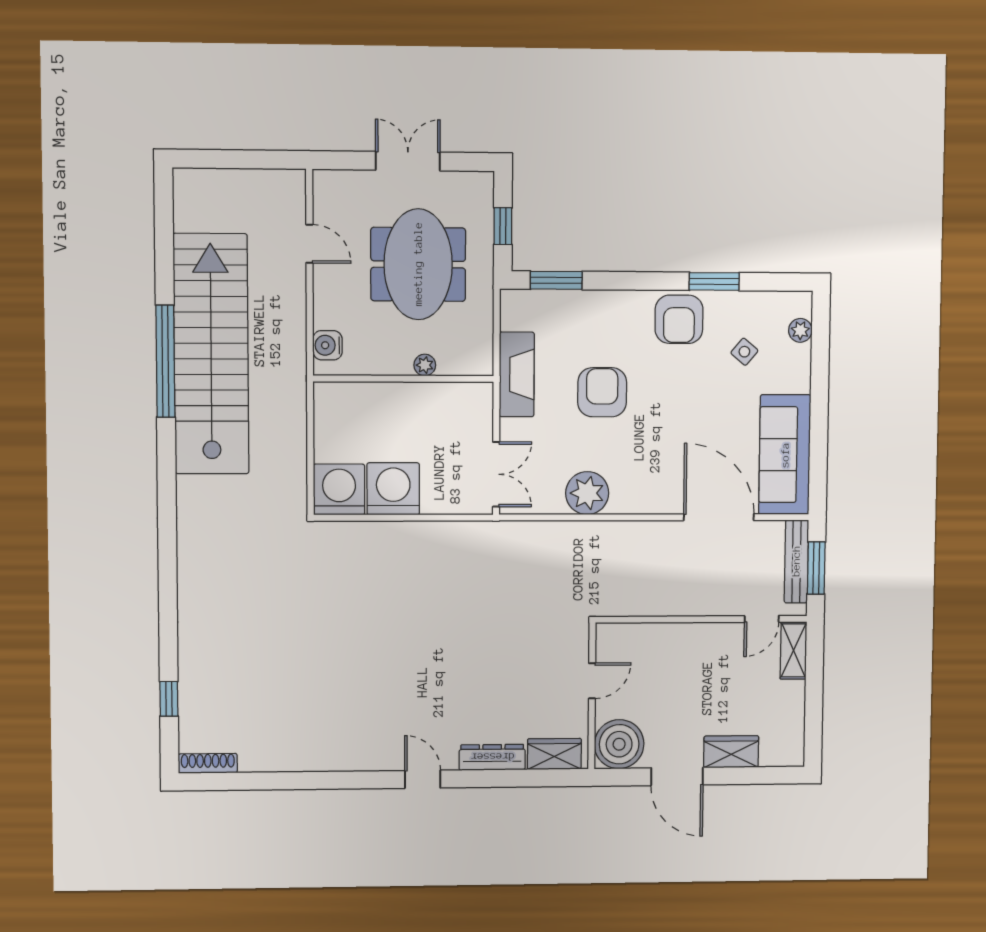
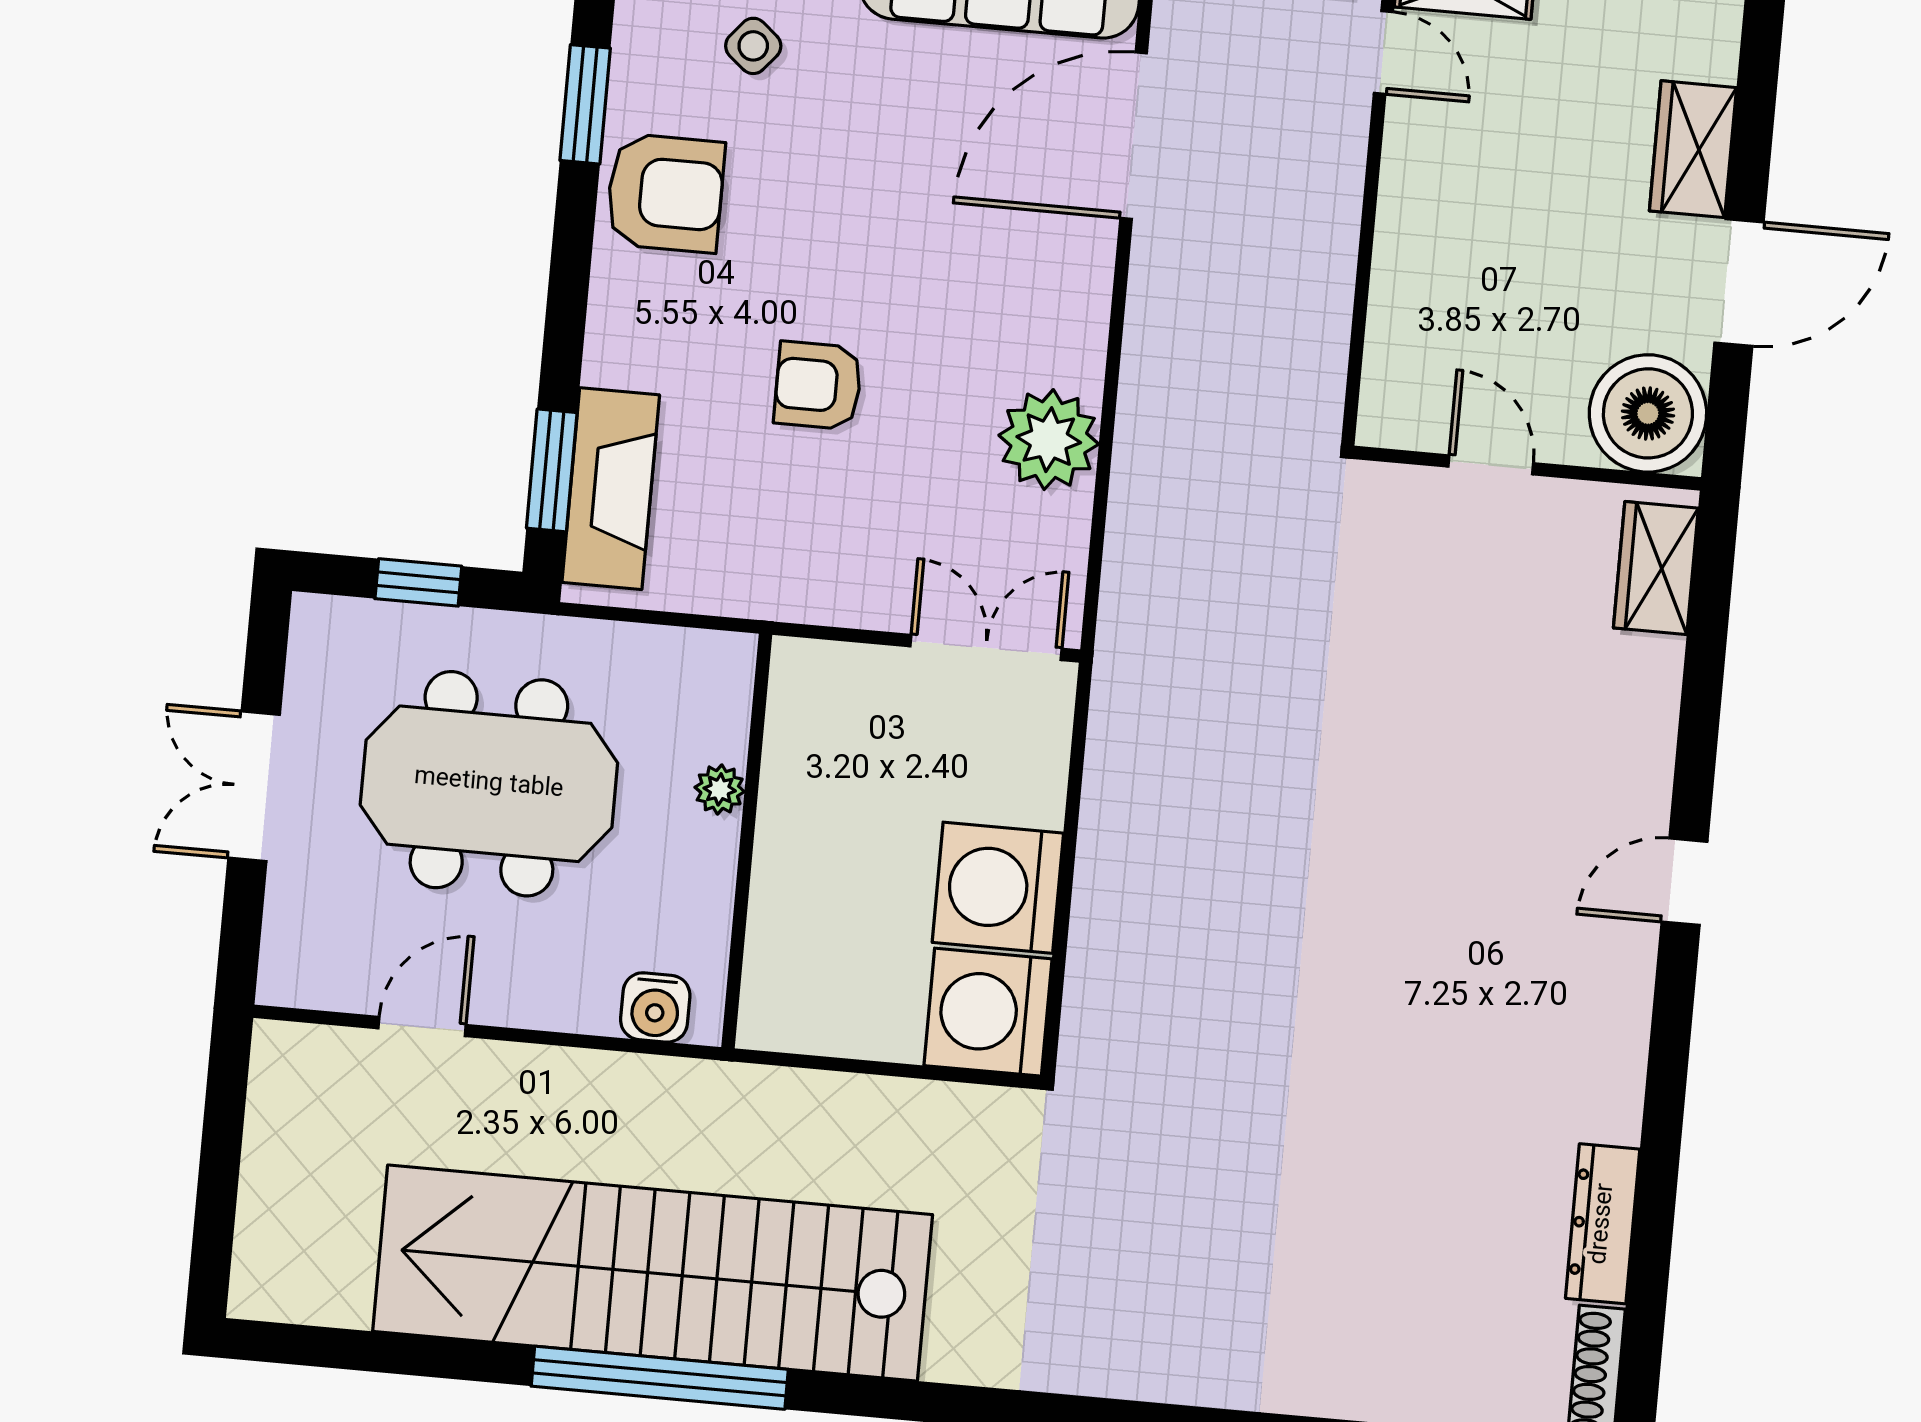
fireplace: (517, 374) -> (611, 489), moved, turned 90
armchair: (602, 392) -> (818, 385), width x0.72, depth x0.72
dresser: (492, 757) -> (1603, 1224), moved

